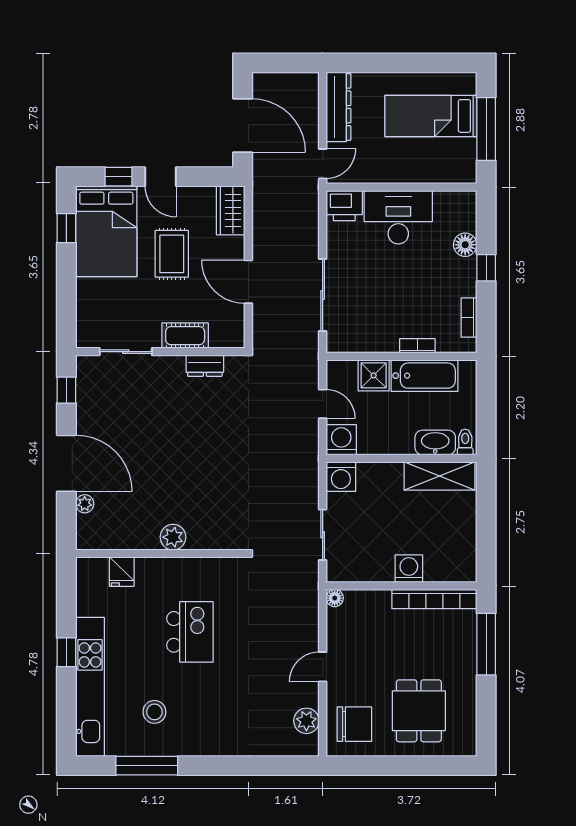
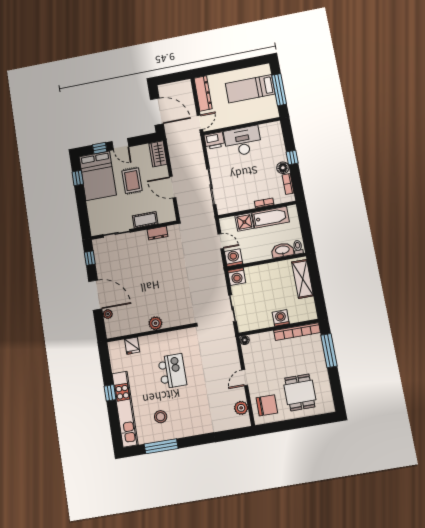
floor lamp: (465, 245) -> (283, 168), moved
shelving: (439, 476) -> (303, 279), moved, turned 90

